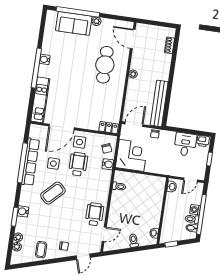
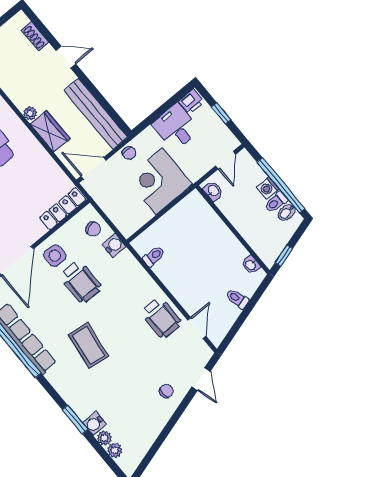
door: (172, 67) -> (66, 57), added
wardrobe: (133, 90) -> (50, 131), added
door: (134, 124) -> (94, 168), hinge flipped
locker: (109, 128) -> (63, 209), width x1.53
corner desk: (132, 155) -> (159, 181), moved, turned -90
side table: (53, 164) -> (52, 312), removed
wheelchair: (78, 164) -> (81, 282), turned 180
coffee table: (53, 193) -> (88, 346), turned -37
water cooler: (23, 211) -> (94, 424), moved
wheelchair: (95, 214) -> (161, 318), turned 180
coffee table: (41, 250) -> (145, 424), removed

